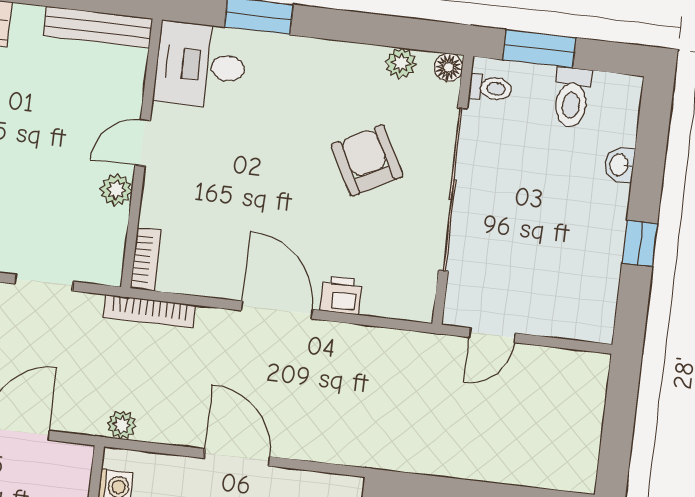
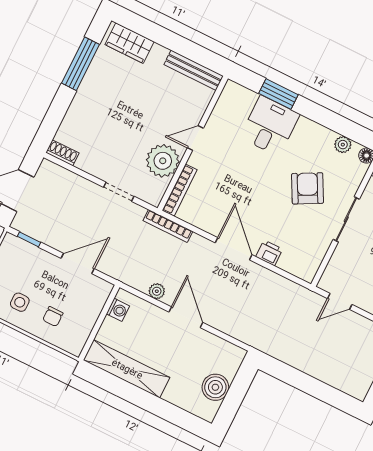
desk: (201, 65) -> (270, 126), moved, turned 90
plant: (116, 190) -> (163, 161), width x1.88, depth x1.88
sliding door: (453, 190) -> (346, 219), width x0.54
bookcase: (146, 259) -> (180, 190), width x1.56
plant: (122, 425) -> (157, 291), moved

